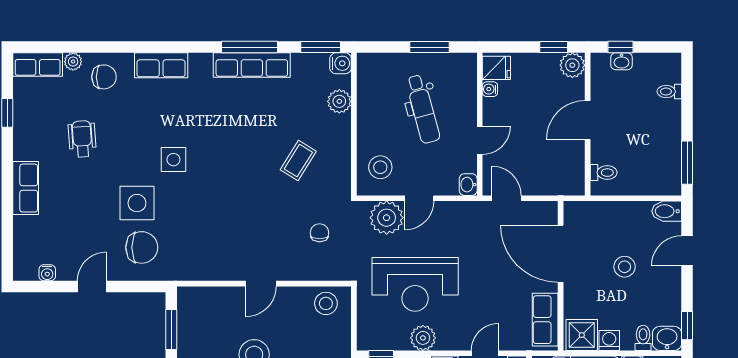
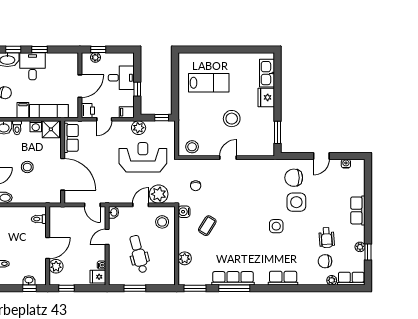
water cooler: (341, 63) -> (184, 212), moved
plant: (572, 65) -> (56, 266), moved
chair: (104, 77) -> (325, 261), moved
plant: (22, 122) -> (360, 247), added

